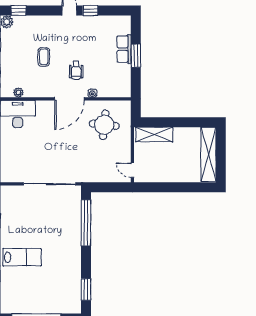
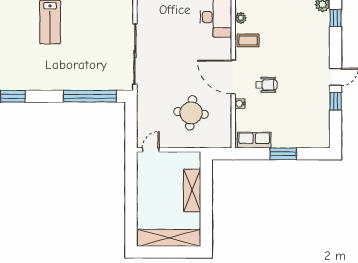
row of seats: (124, 49) -> (254, 140), moved
coffee table: (44, 57) -> (248, 40), moved
wheelchair: (76, 70) -> (266, 85), turned 180
round table: (104, 125) -> (191, 113), moved
shelving: (154, 134) -> (192, 190), moved

